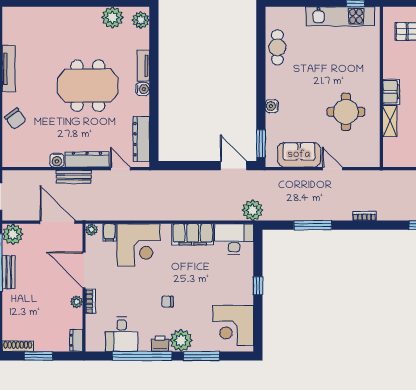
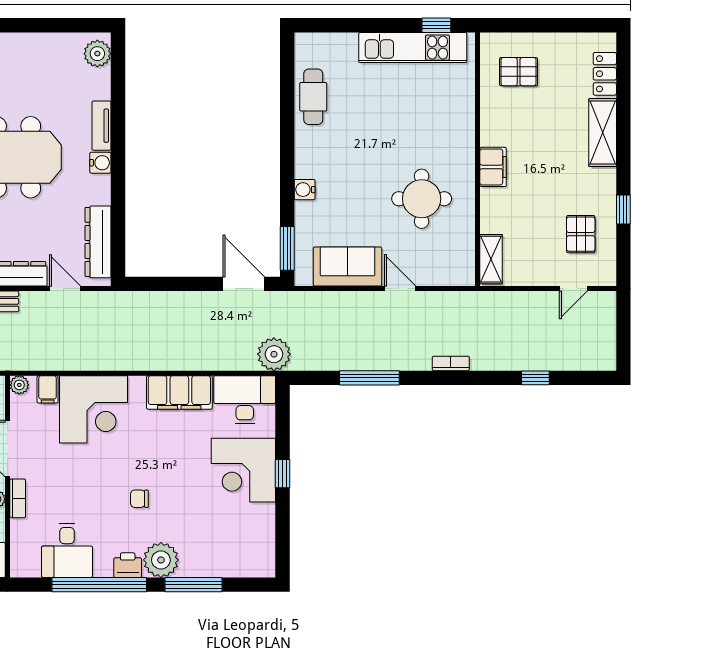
plant: (112, 18) -> (52, 50), removed
shelving: (390, 121) -> (491, 259), moved
corner desk: (233, 326) -> (243, 470), moved

